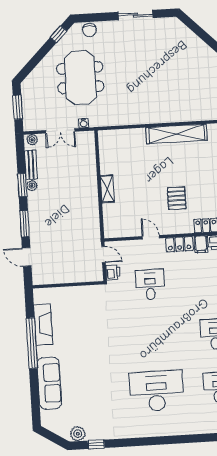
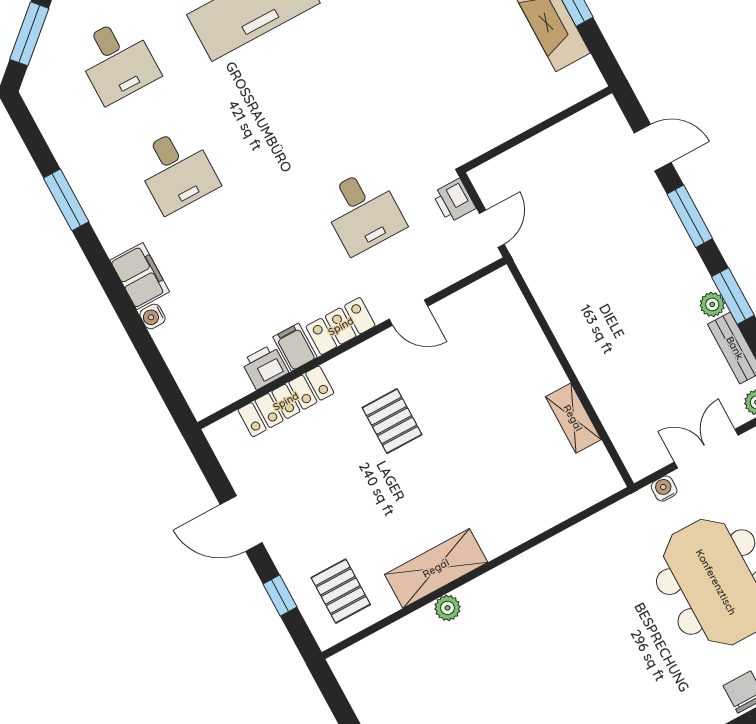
plant: (189, 116) -> (447, 608), added
shelving: (177, 134) -> (436, 568), width x0.68
shelving: (107, 189) -> (573, 418), moved
door: (103, 255) -> (492, 229), swing flipped

